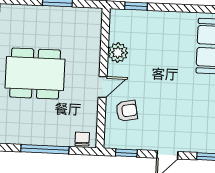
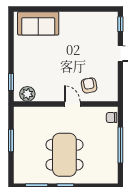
plant: (118, 53) -> (27, 94), moved
window: (126, 153) -> (120, 84), removed

